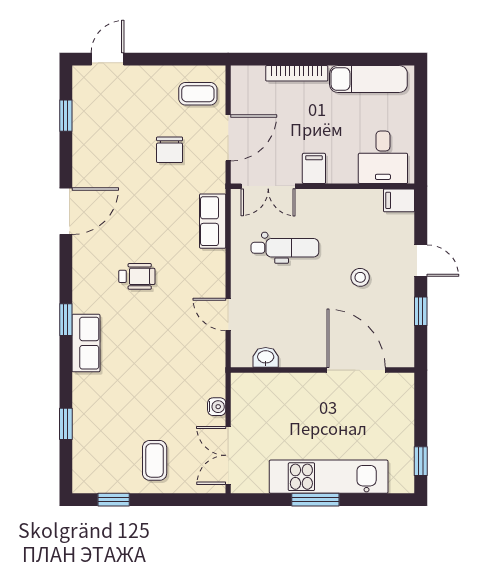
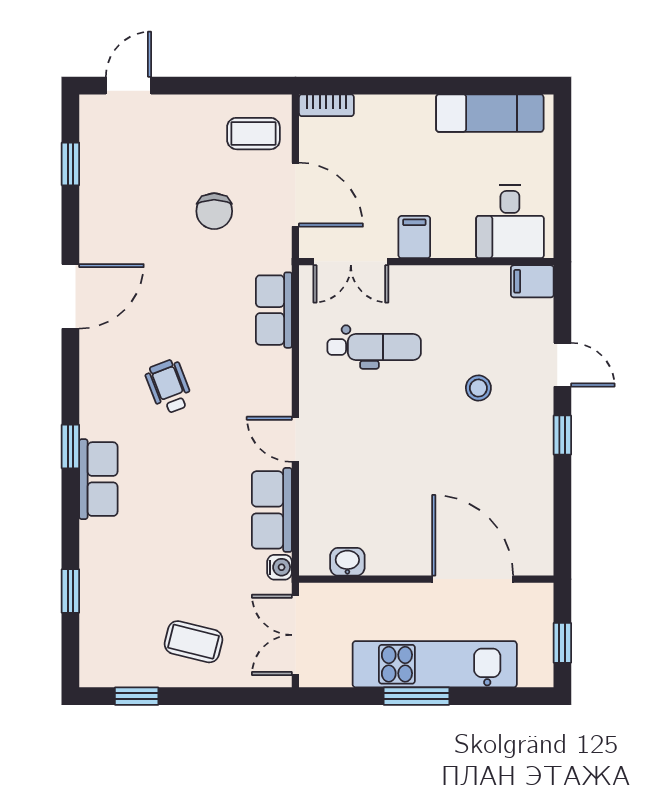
bookcase: (297, 73) -> (326, 105), moved, width x0.64
door: (228, 138) -> (295, 195), hinge flipped
wheelchair: (137, 276) -> (169, 387), turned -111
washbasin: (266, 357) -> (347, 562), moved
row of seats: (211, 365) -> (272, 510), added
wall: (323, 370) -> (426, 579), moved
door: (356, 370) -> (473, 579), moved
coffee table: (155, 460) -> (193, 642), turned -76

